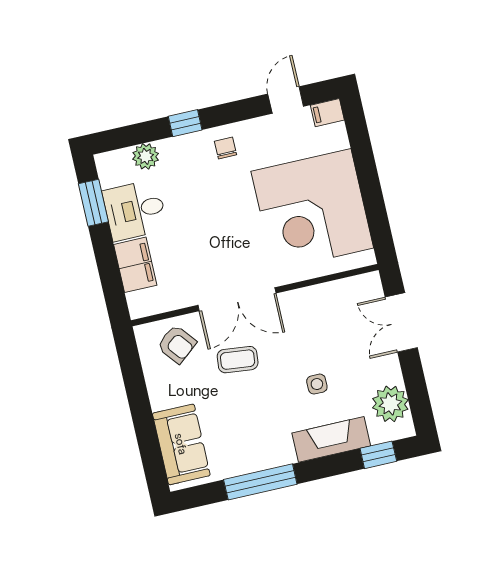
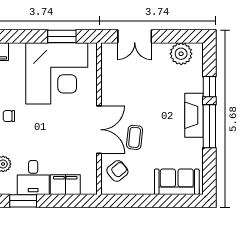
window: (374, 204) -> (62, 36), added
side table: (317, 384) -> (160, 94), removed
fireplace: (331, 439) -> (194, 115), moved
window: (378, 455) -> (209, 87), moved
window: (260, 482) -> (209, 126), moved

